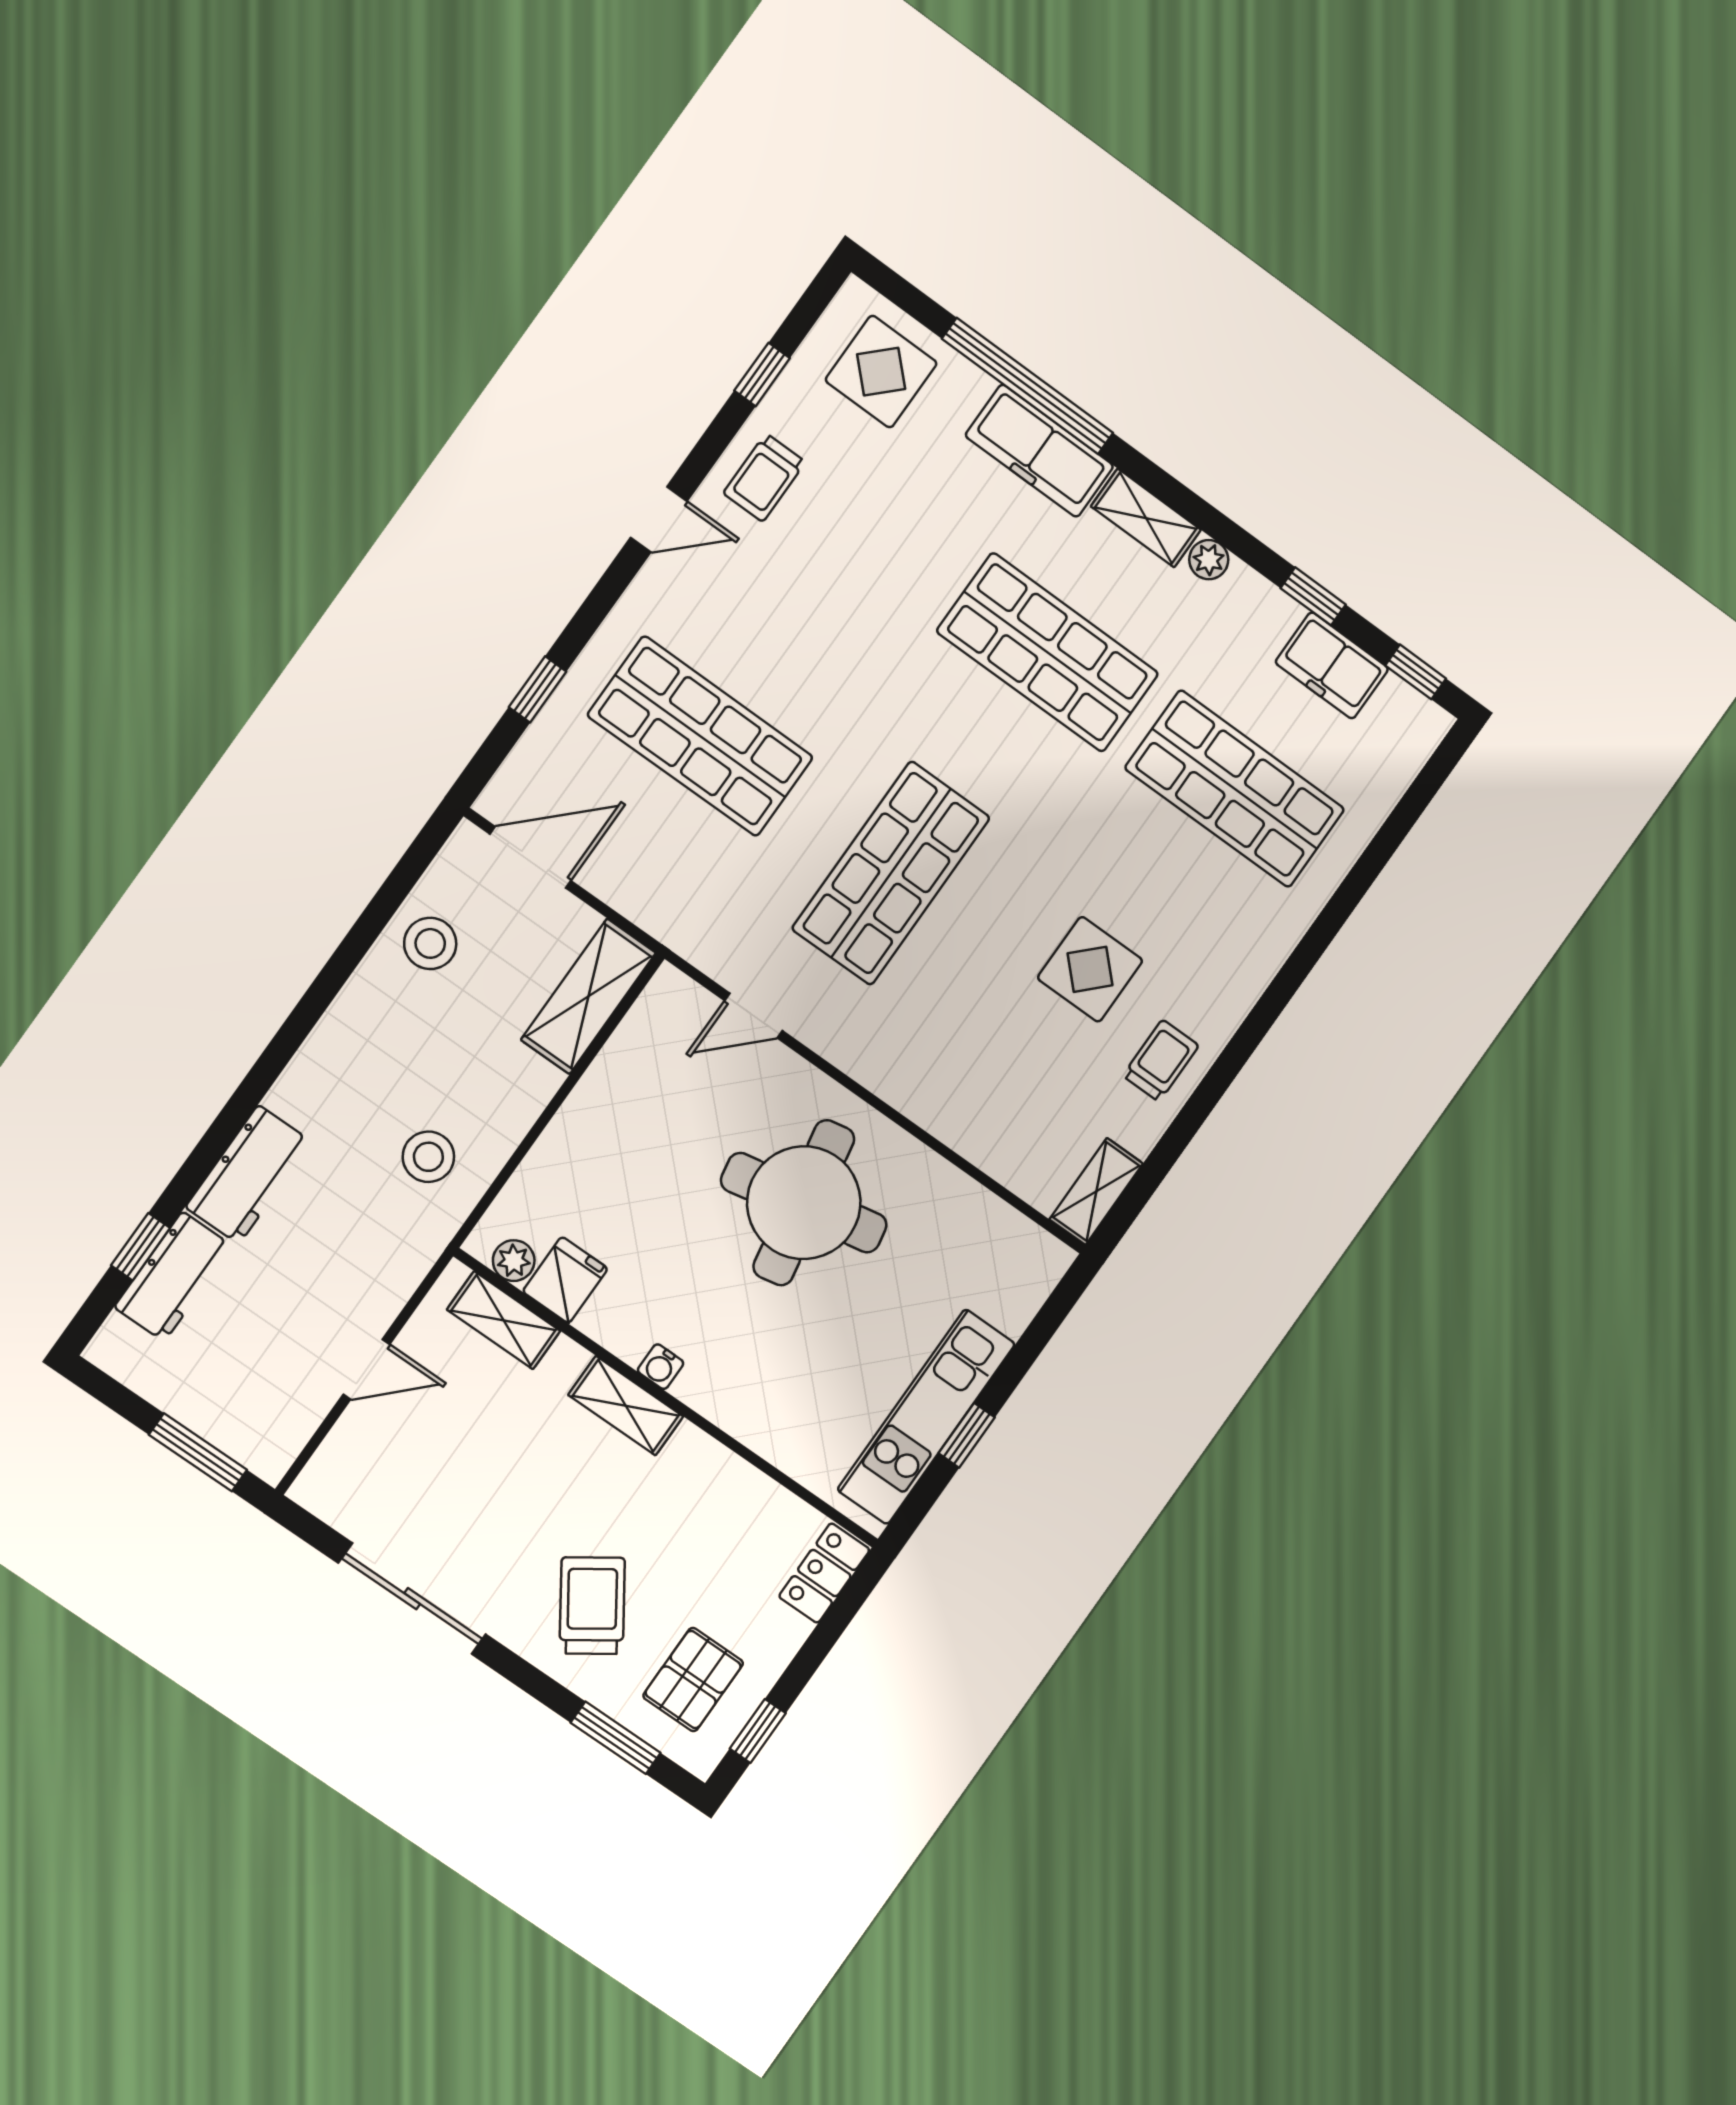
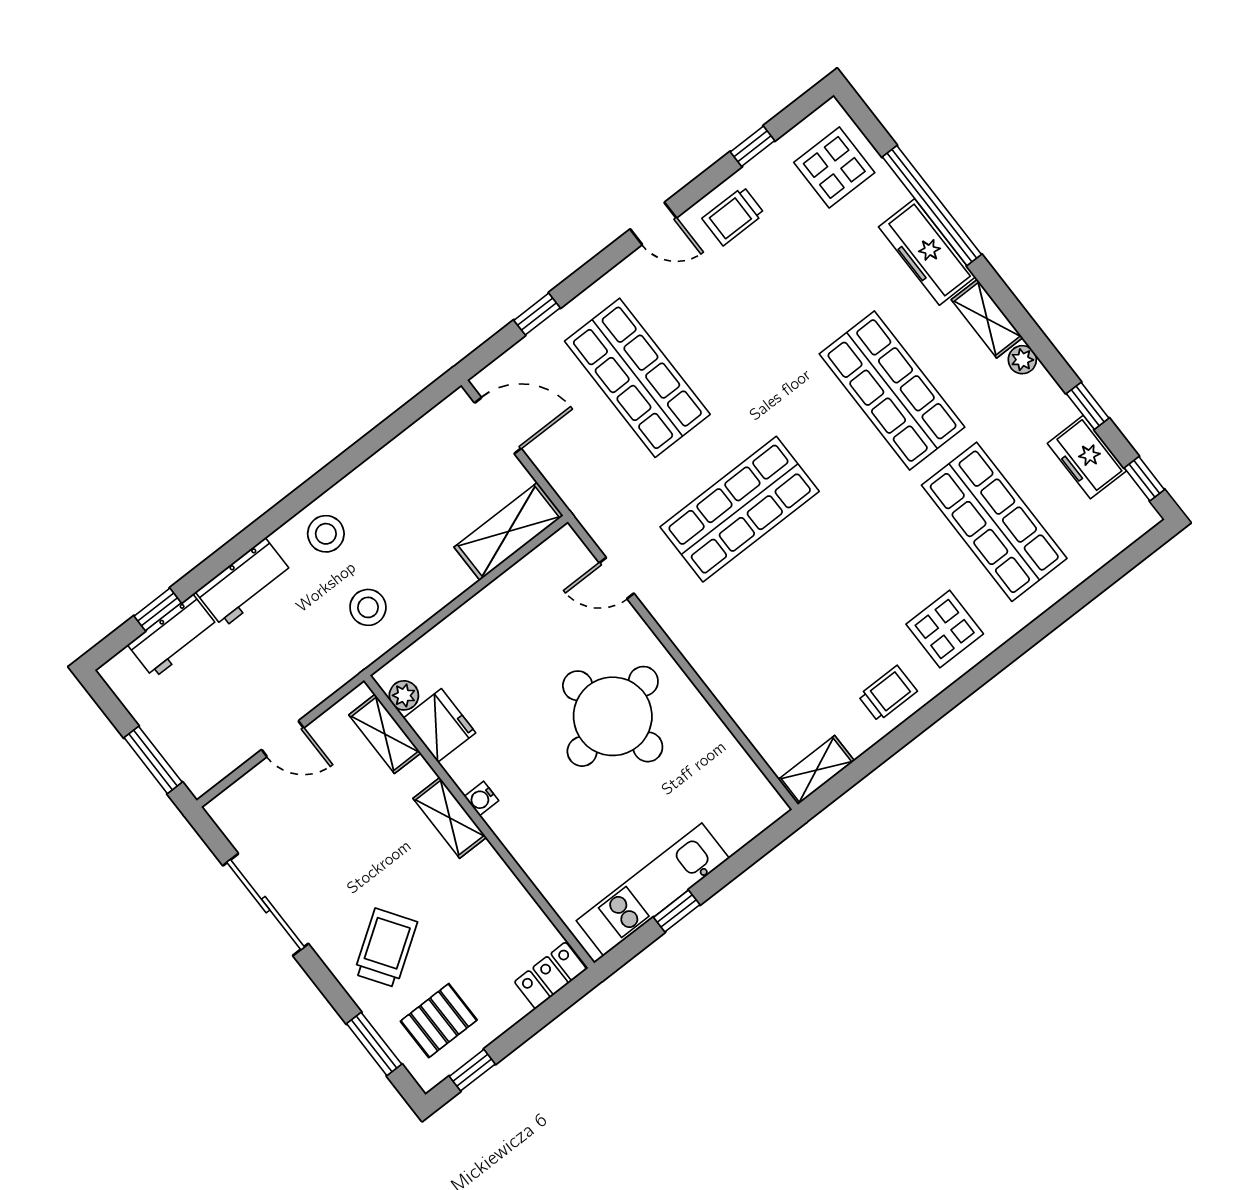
stool: (430, 943) -> (326, 534), moved
display table: (1090, 969) -> (945, 629), moved
fridge: (565, 1280) -> (440, 725), width x1.38

